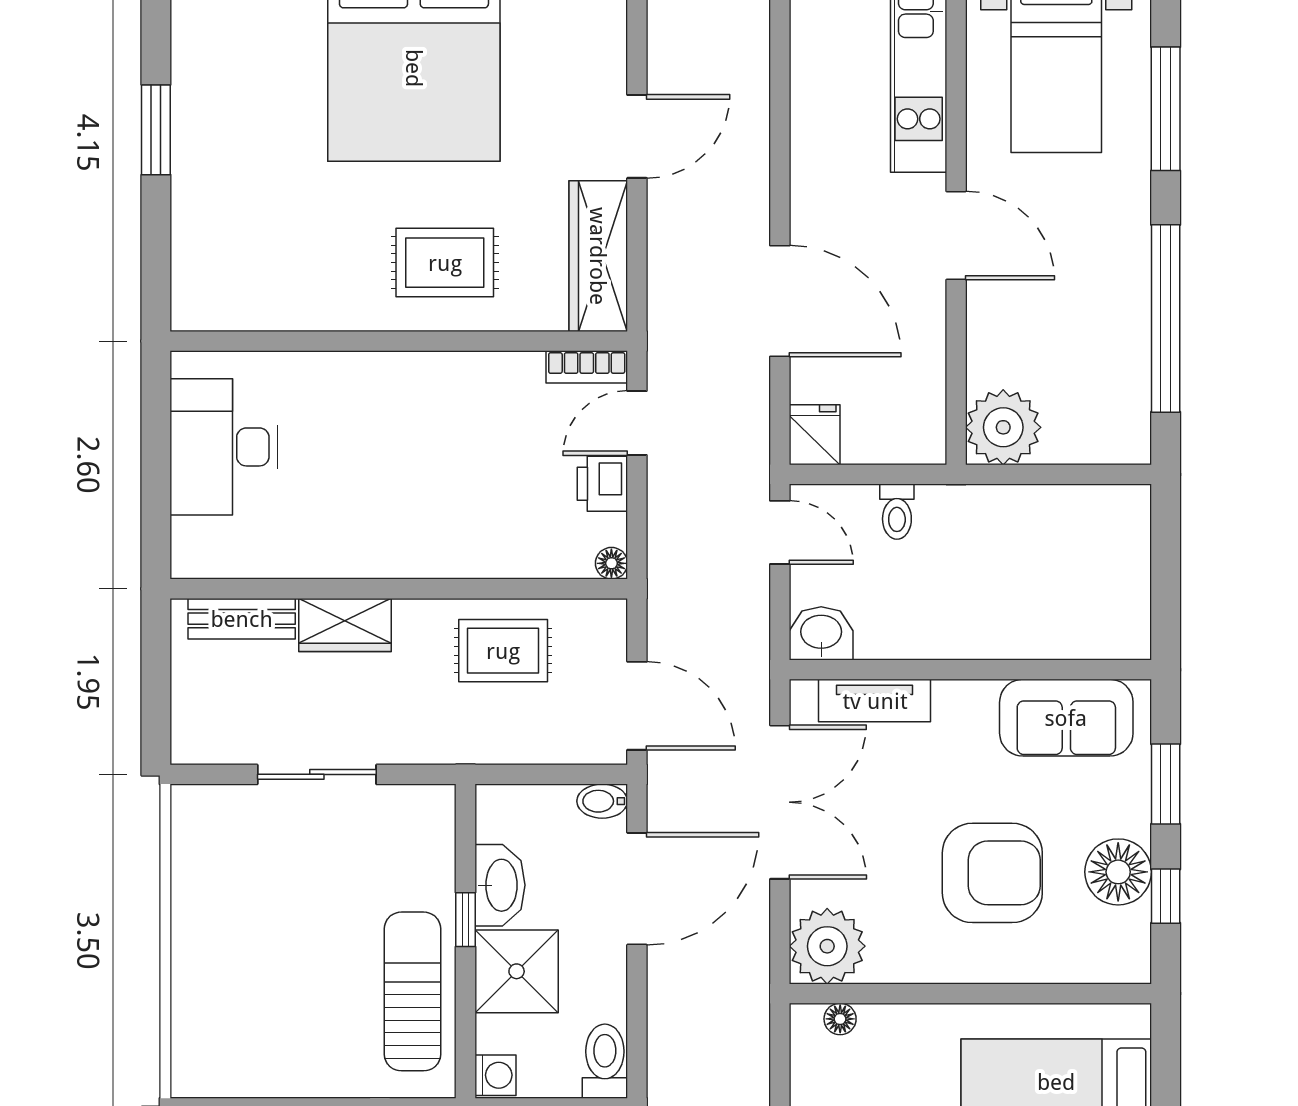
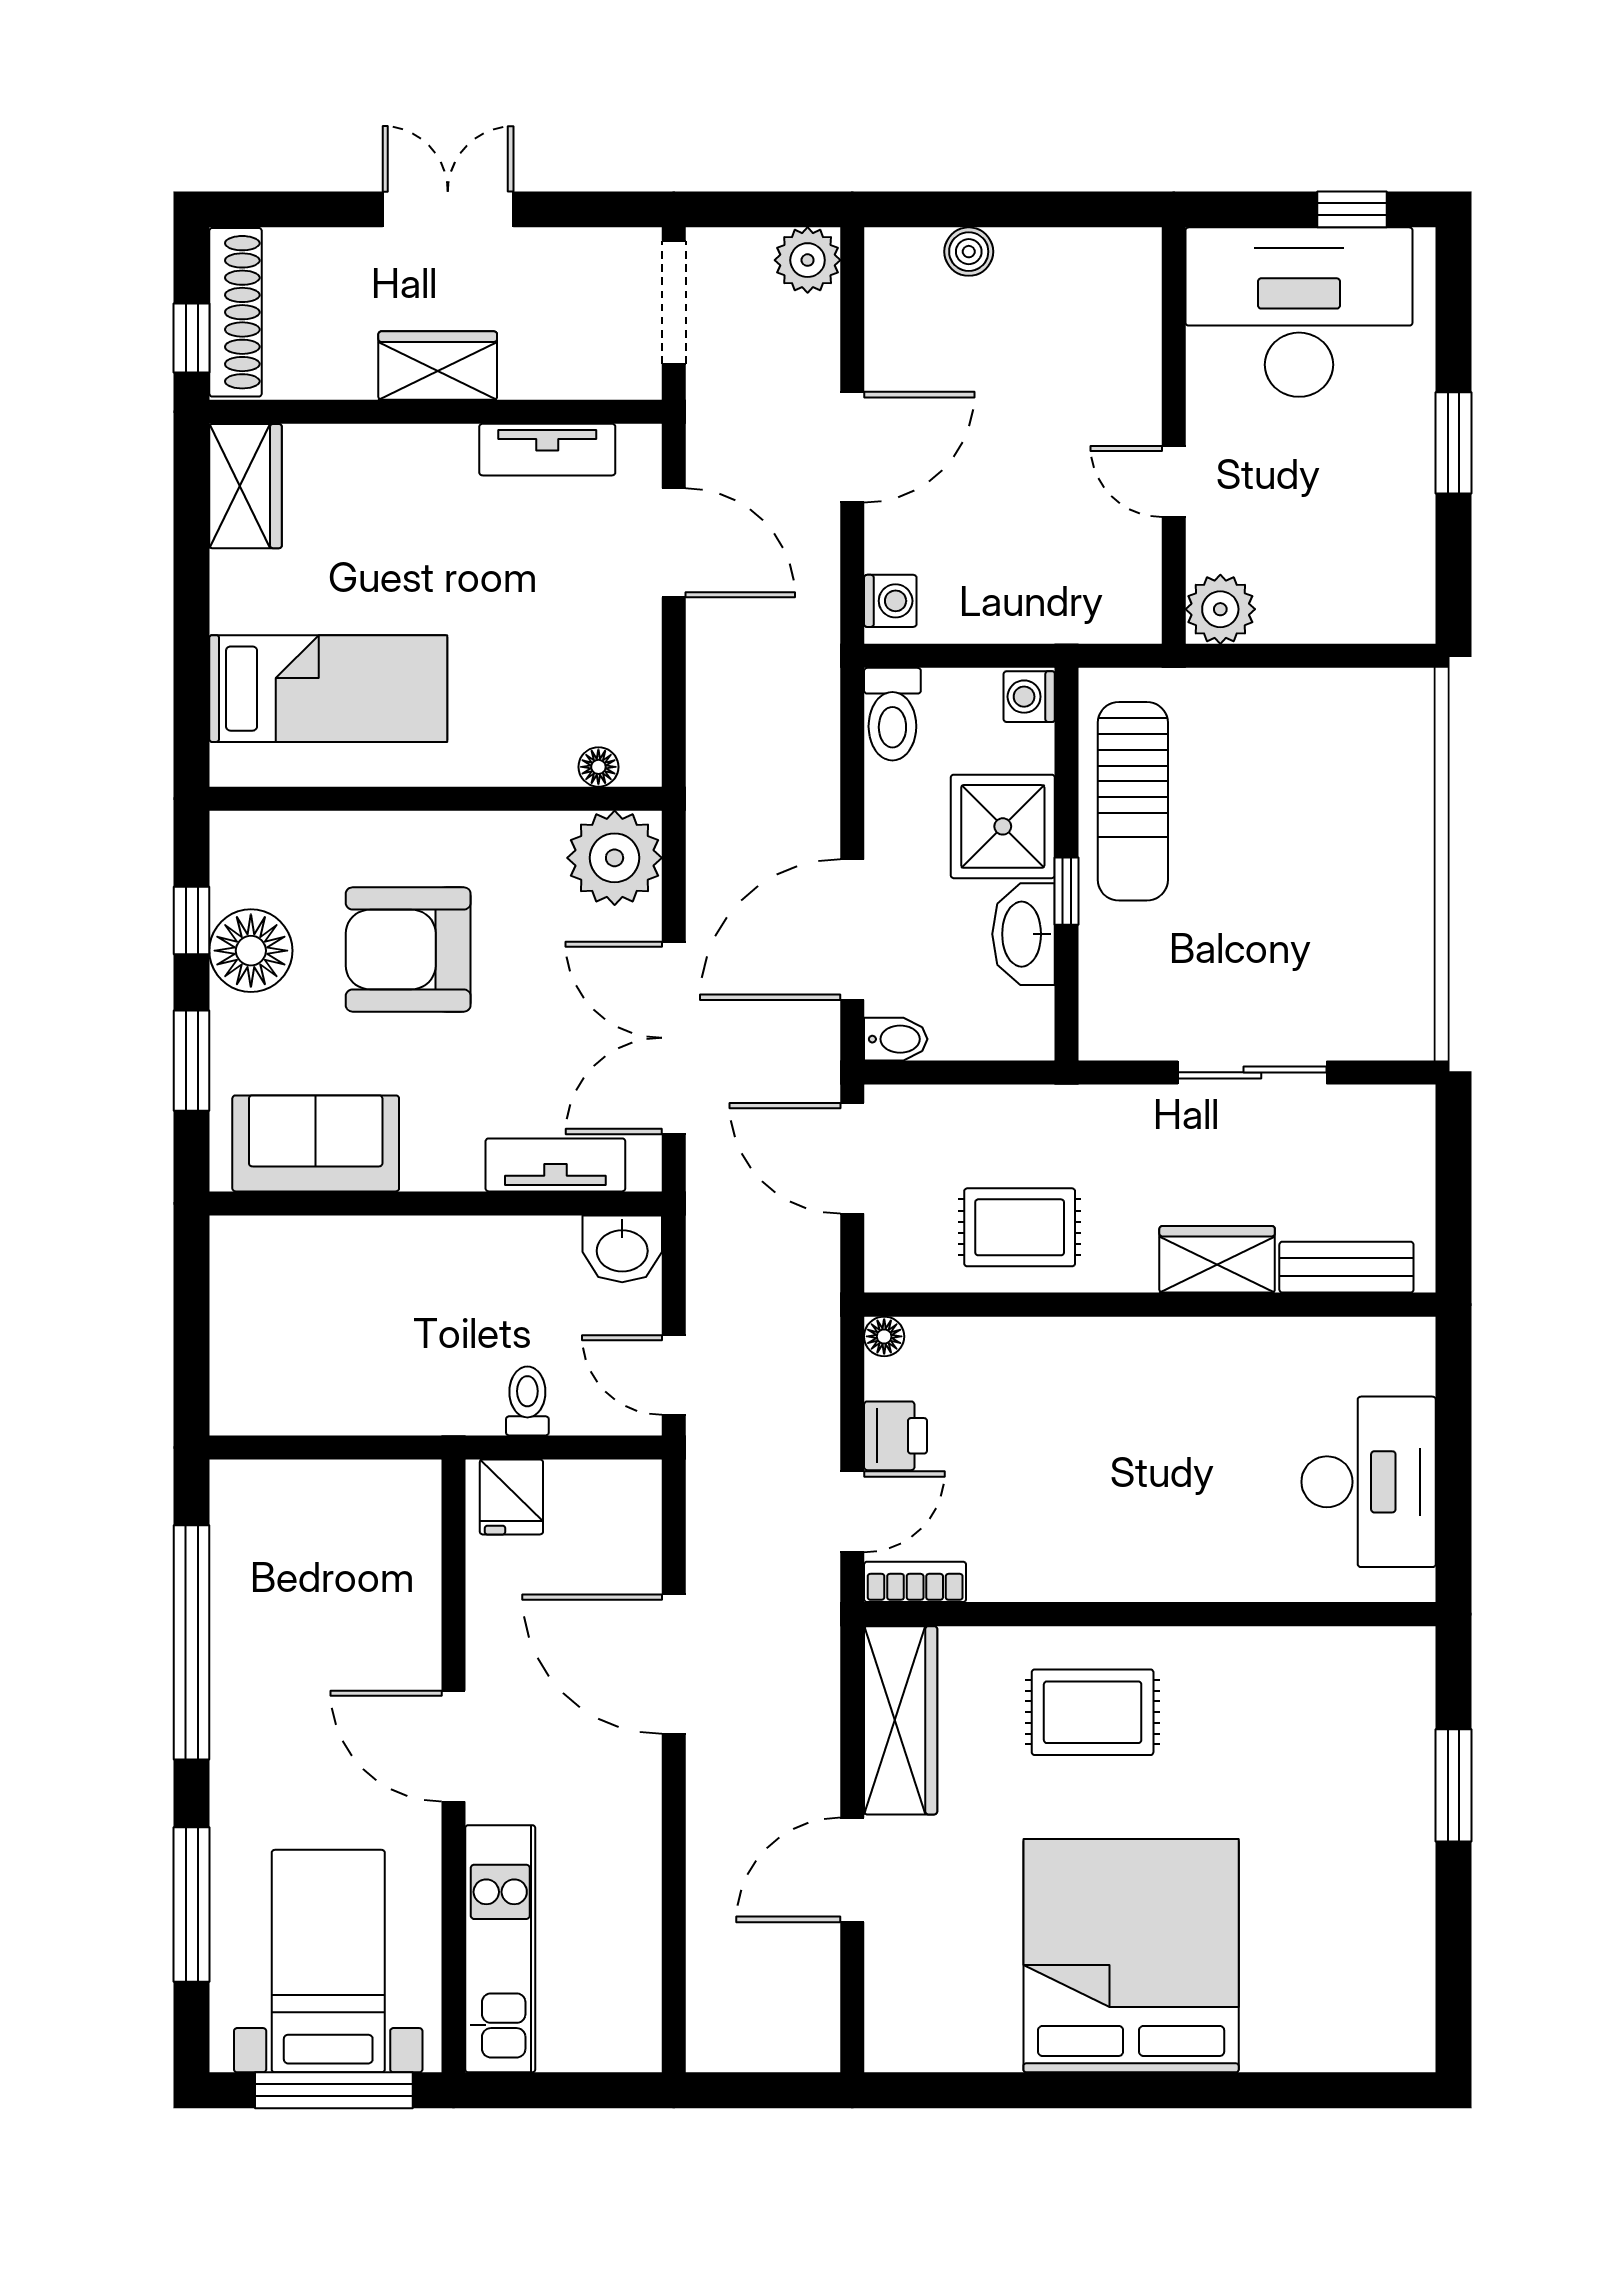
window: (156, 130) -> (1453, 1785), moved
plant: (1003, 427) -> (395, 1506), removed
fridge: (815, 435) -> (511, 1497), moved

